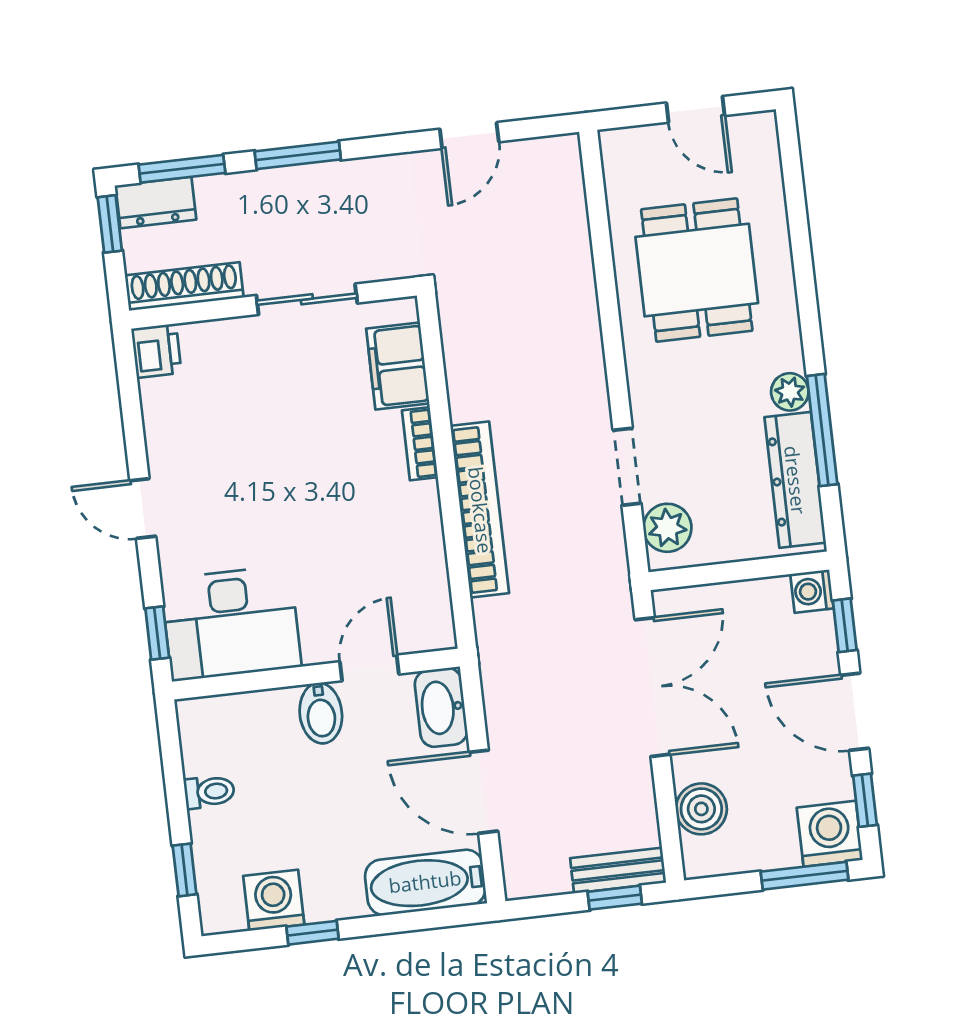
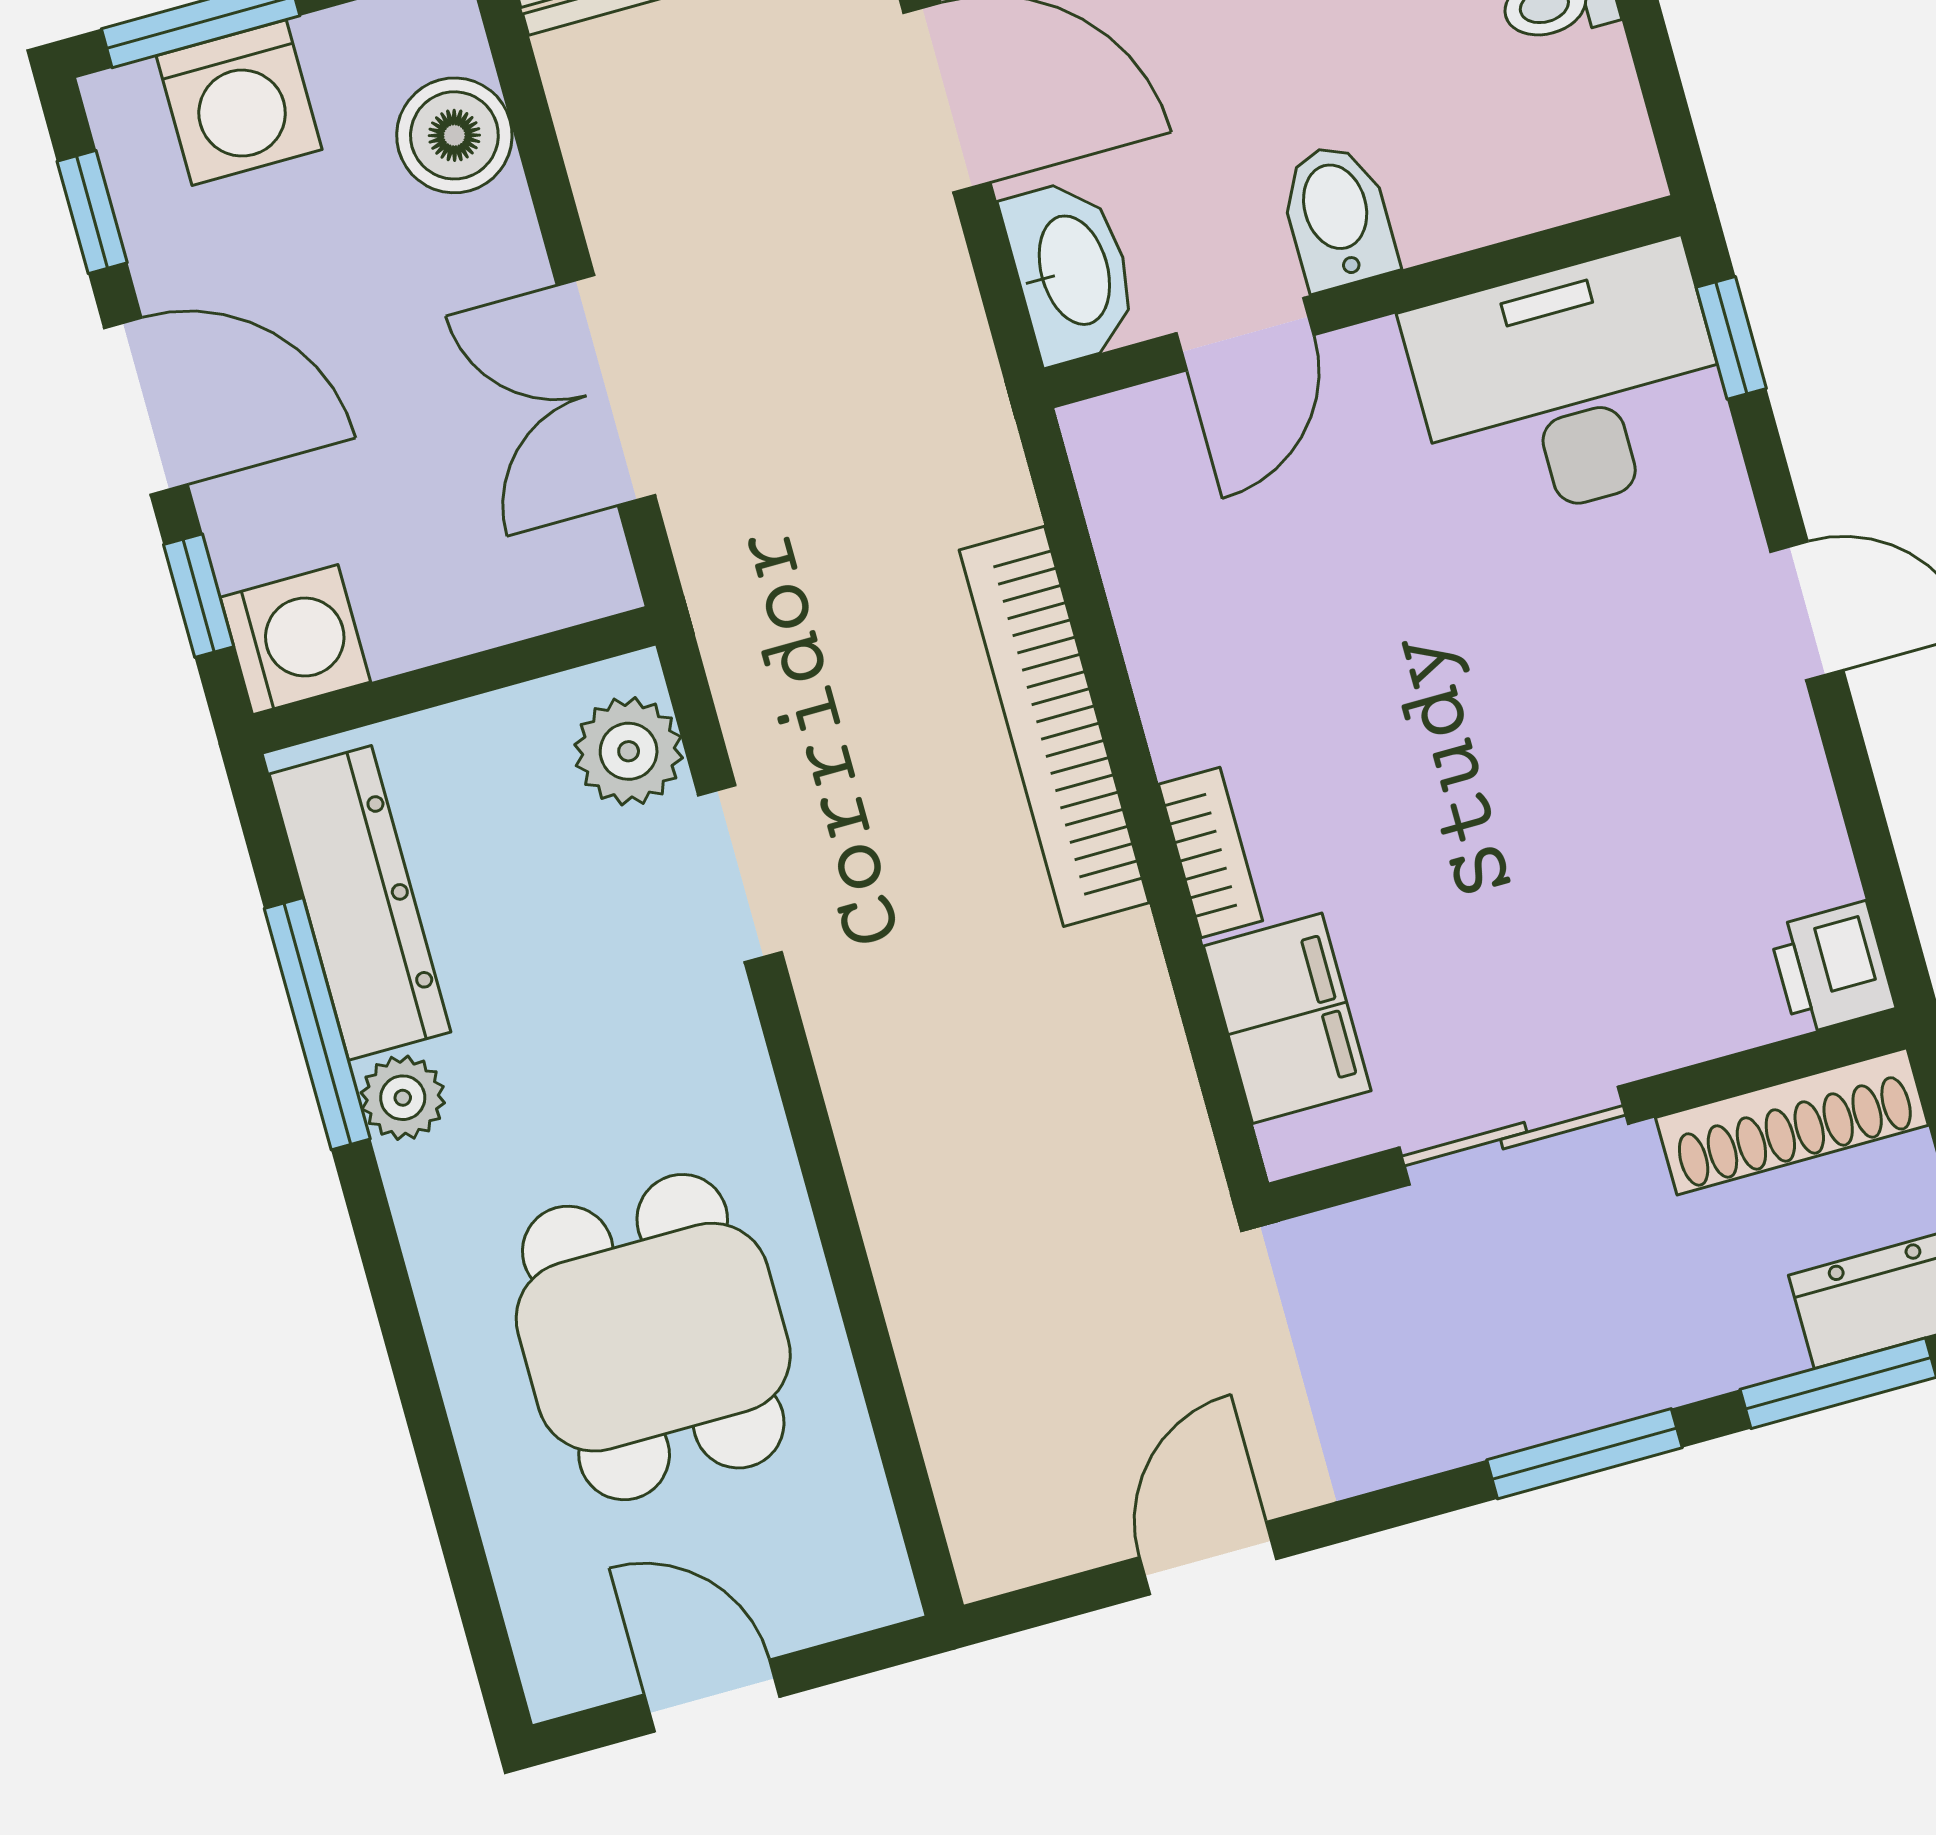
washing machine: (812, 591) -> (295, 640), width x1.38, depth x1.38
double door: (653, 687) -> (606, 390), width x0.73
washing machine: (830, 834) -> (239, 103), moved

